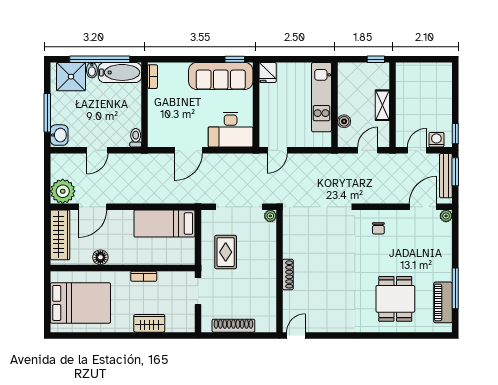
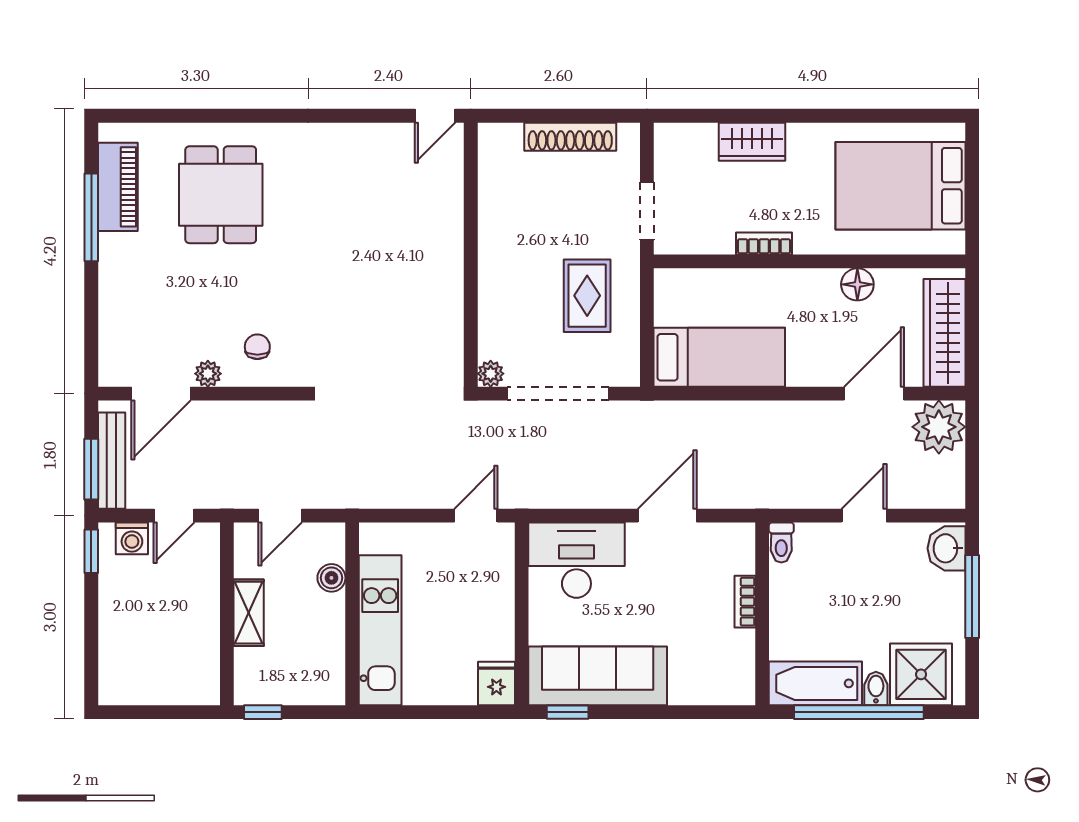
bookcase: (153, 77) -> (745, 602), moved
plant: (446, 216) -> (208, 374), moved
shoe rack: (288, 274) -> (453, 247), removed

